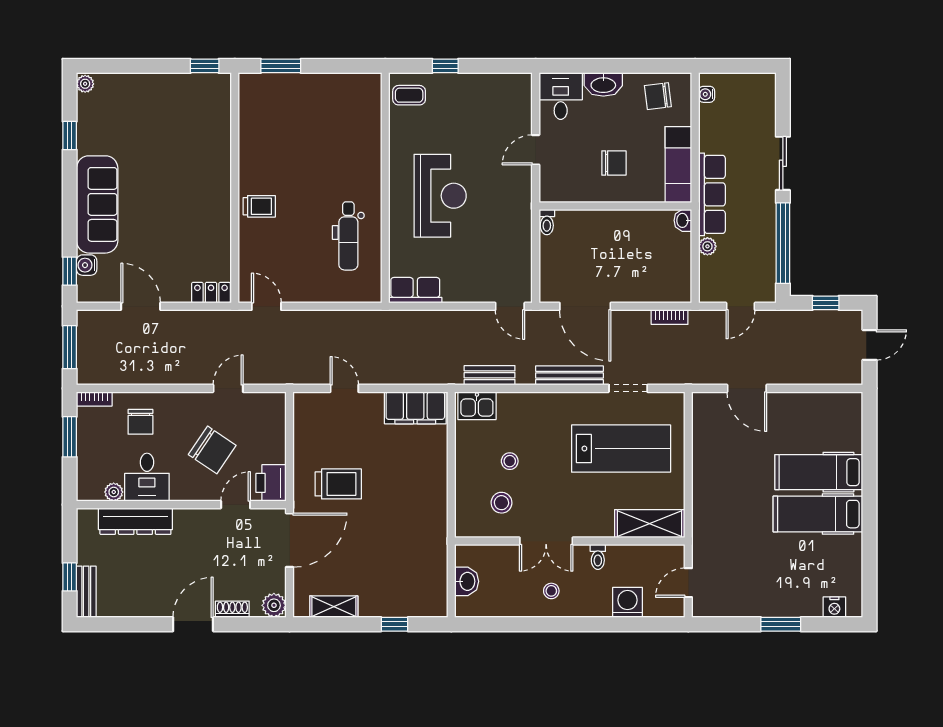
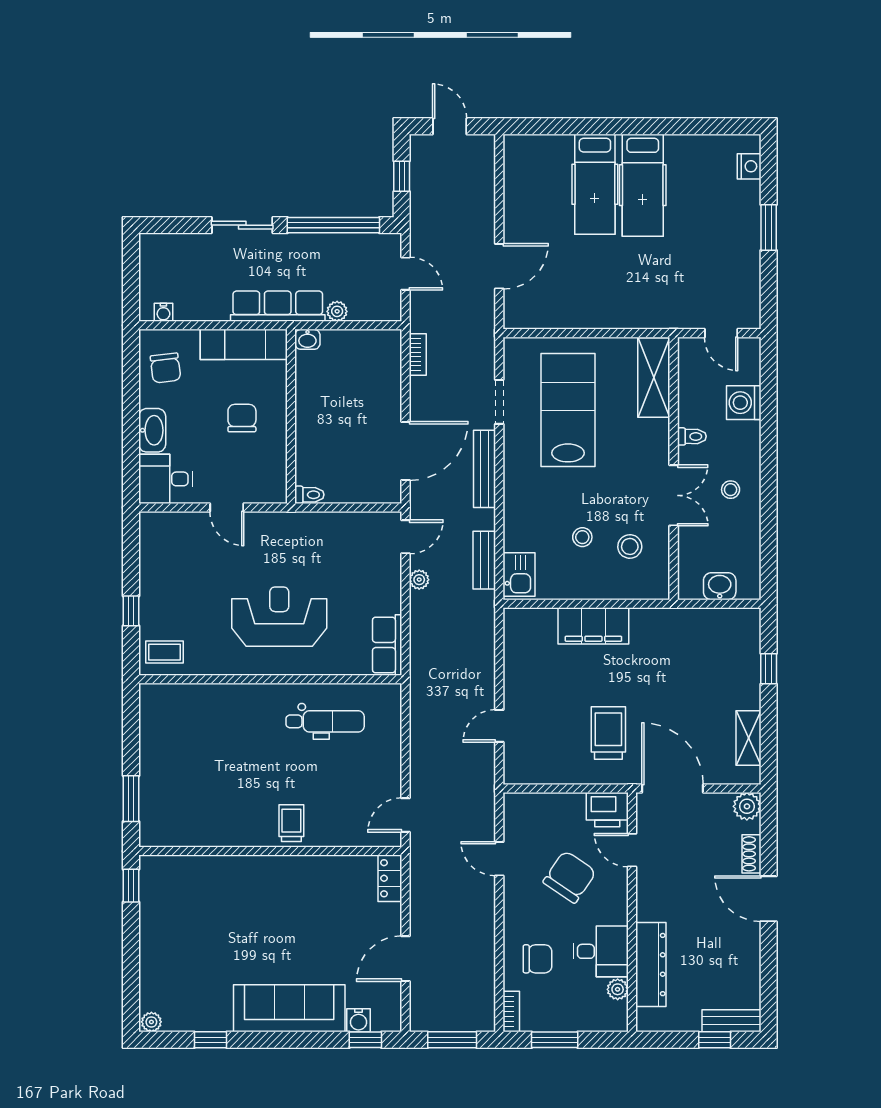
coffee table: (409, 95) -> (164, 652), turned 90
plant: (473, 318) -> (419, 580), added
filing cabinet: (415, 408) -> (593, 626), moved, turned 90

